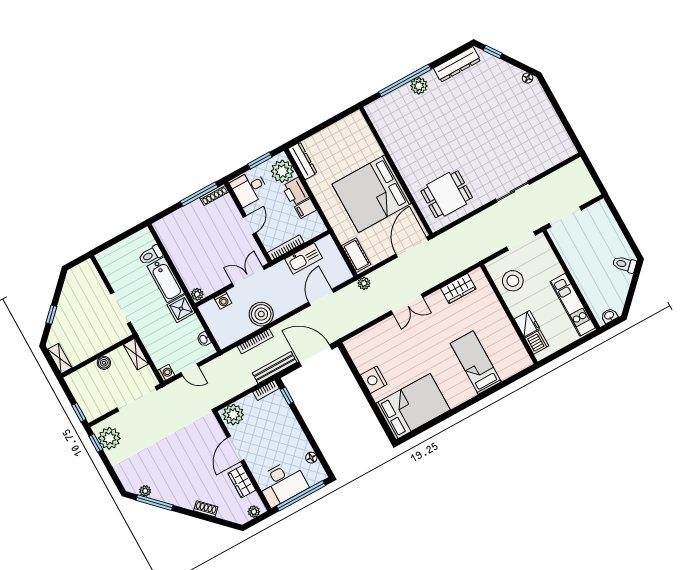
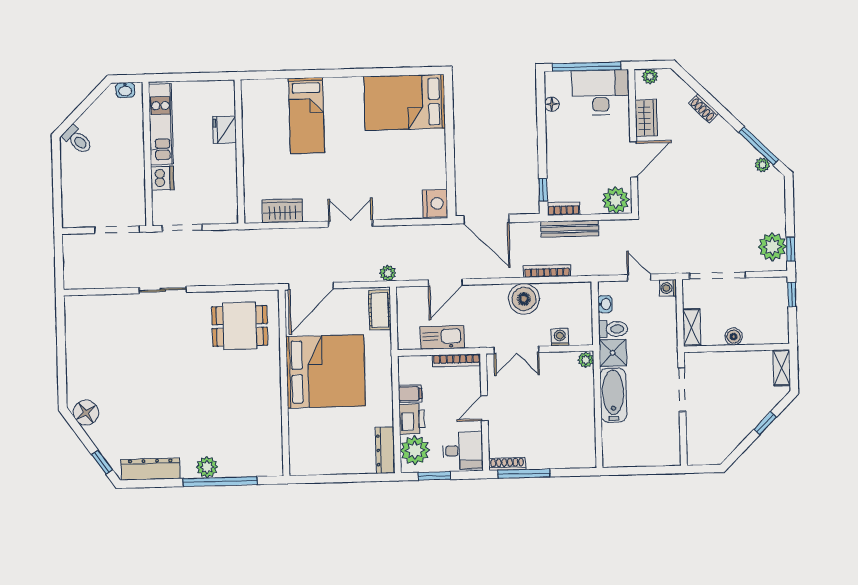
floor lamp: (528, 78) -> (86, 413), width x1.89, depth x1.89
toilet: (151, 255) -> (613, 329), moved
stool: (513, 281) -> (215, 187), removed
dishwasher: (537, 342) -> (162, 178), moved, turned 180
bench: (275, 368) -> (570, 229), moved
nightstand: (374, 380) -> (435, 203), moved

